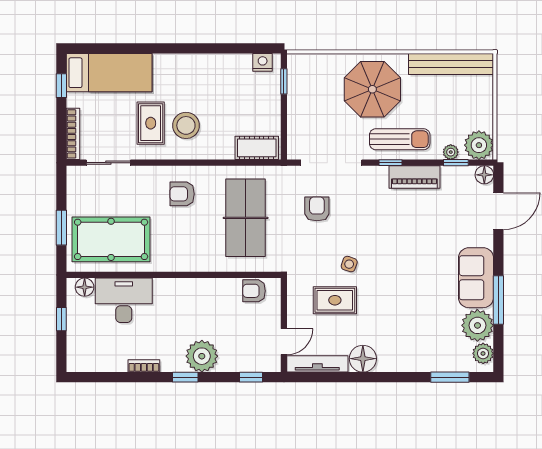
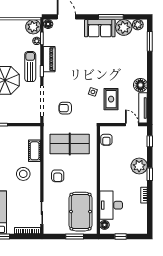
rug: (151, 123) -> (22, 192), removed
cot: (257, 148) -> (35, 151), moved

